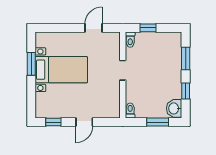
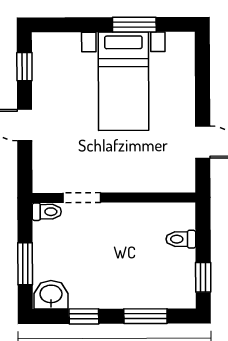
window: (148, 28) -> (203, 277), moved
toilet: (130, 40) -> (181, 239), moved
doorway: (123, 70) -> (82, 198), moved

